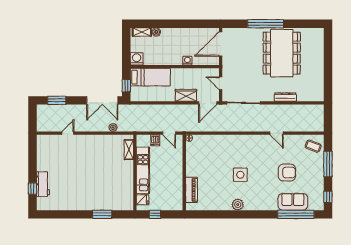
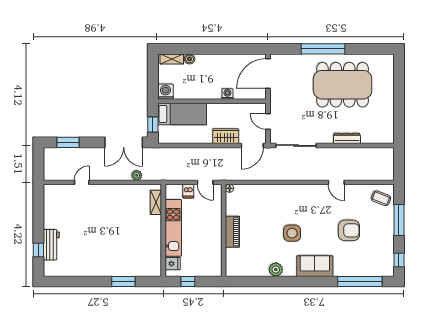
dining table: (282, 53) -> (343, 85), turned 90
piano: (192, 190) -> (232, 232), moved
sofa: (293, 202) -> (315, 266), moved
plant: (238, 205) -> (276, 270), moved

